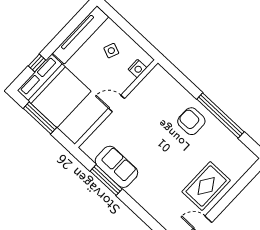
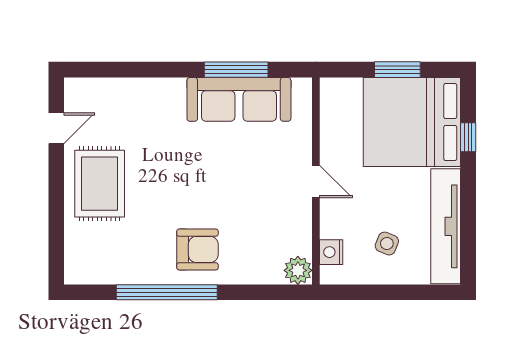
plant: (158, 74) -> (298, 270), added
door: (117, 103) -> (316, 182), hinge flipped
window: (40, 118) -> (397, 70), width x0.69
sofa: (116, 167) -> (239, 99), width x1.36

